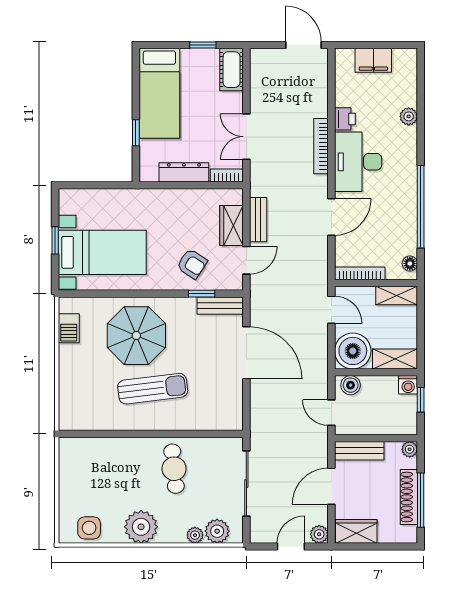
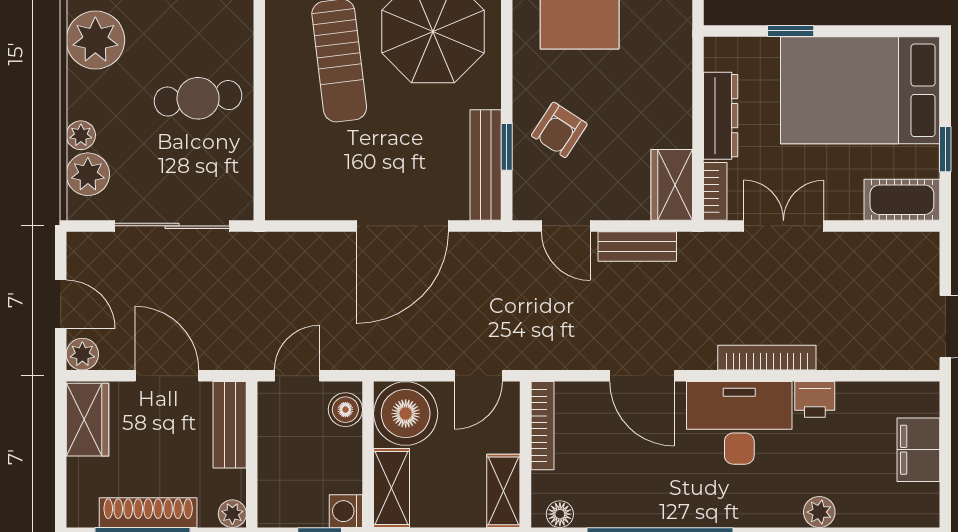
bed: (159, 93) -> (860, 90), width x1.50
wardrobe: (232, 225) -> (672, 185), moved, turned -90
bench: (220, 306) -> (486, 165), width x1.36

